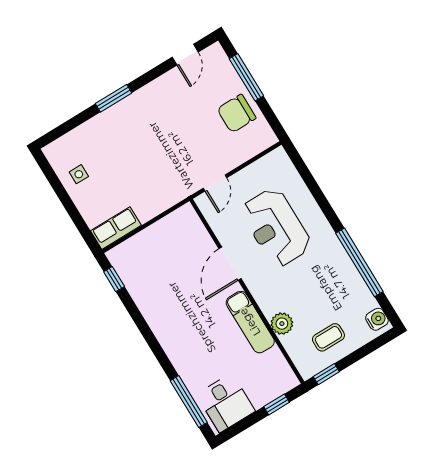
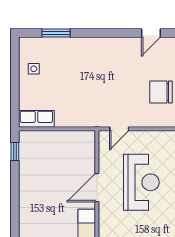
window: (114, 98) -> (56, 33), moved
reception desk: (276, 227) -> (141, 182), turned 180

